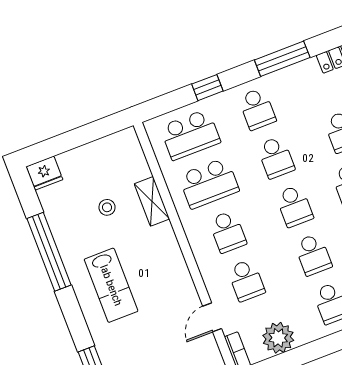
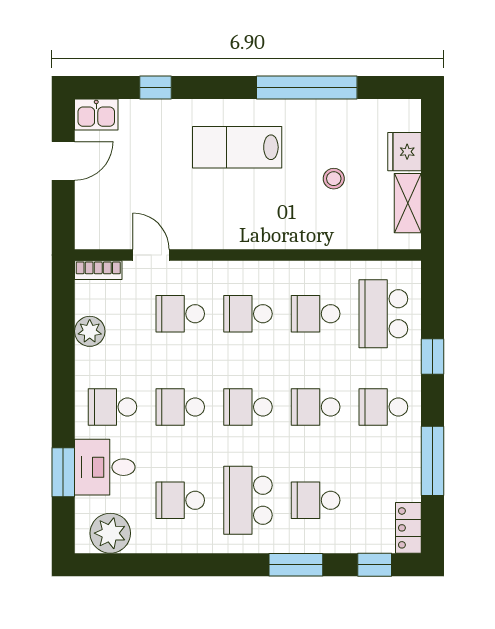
fridge: (45, 173) -> (405, 152), moved
school desk: (209, 183) -> (316, 314), width x0.54
shelving: (152, 201) -> (408, 203), moved, turned 90
plant: (278, 338) -> (90, 331), width x0.73, depth x0.73

